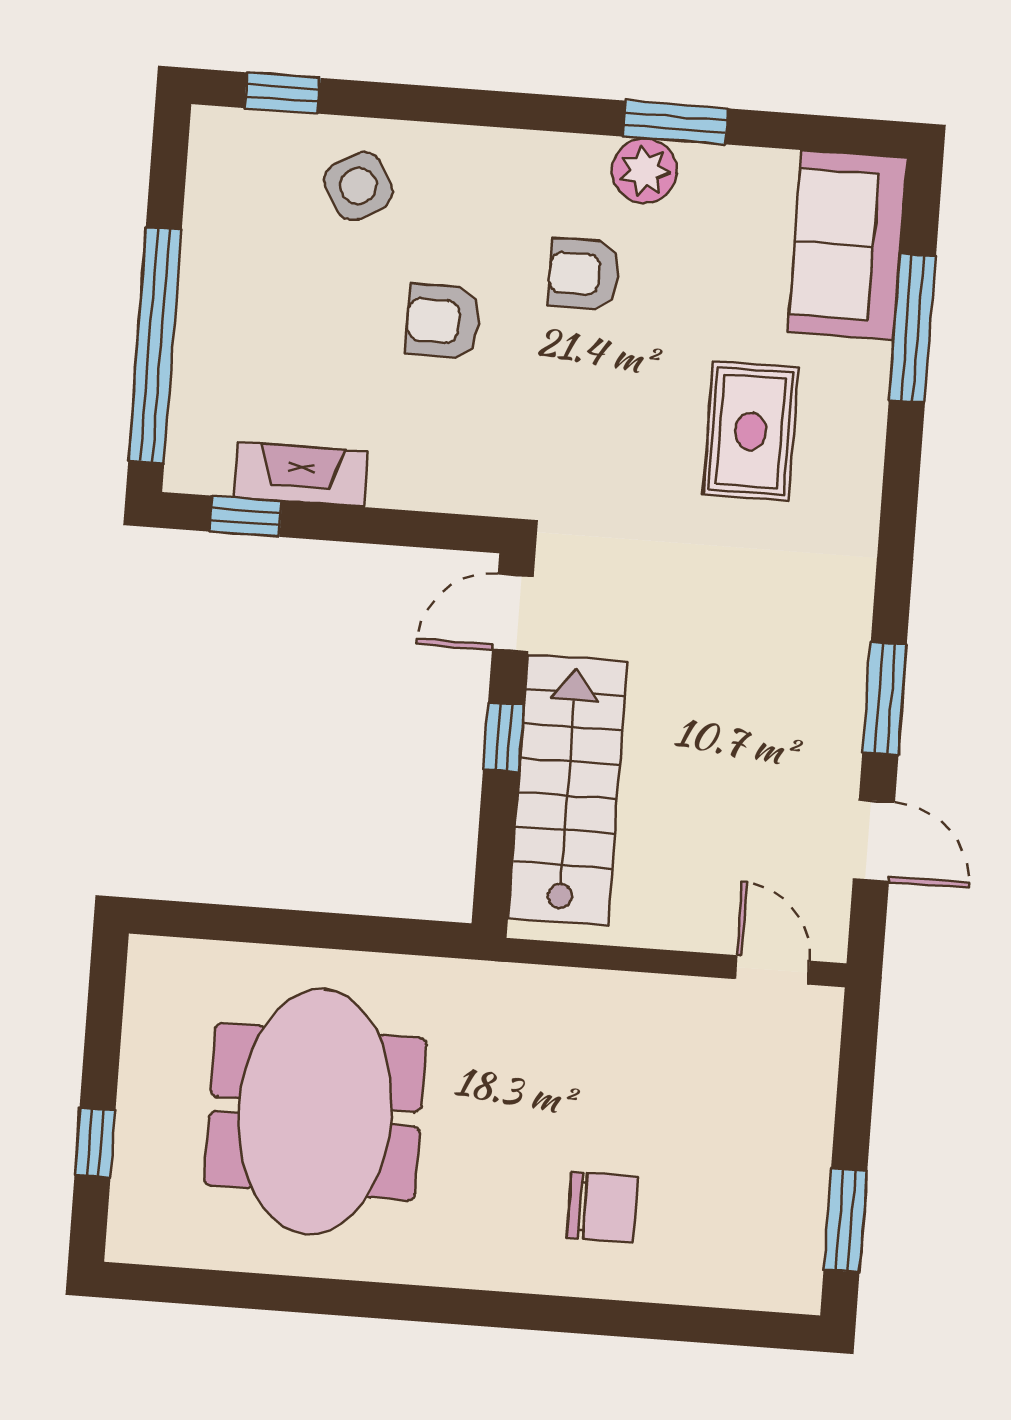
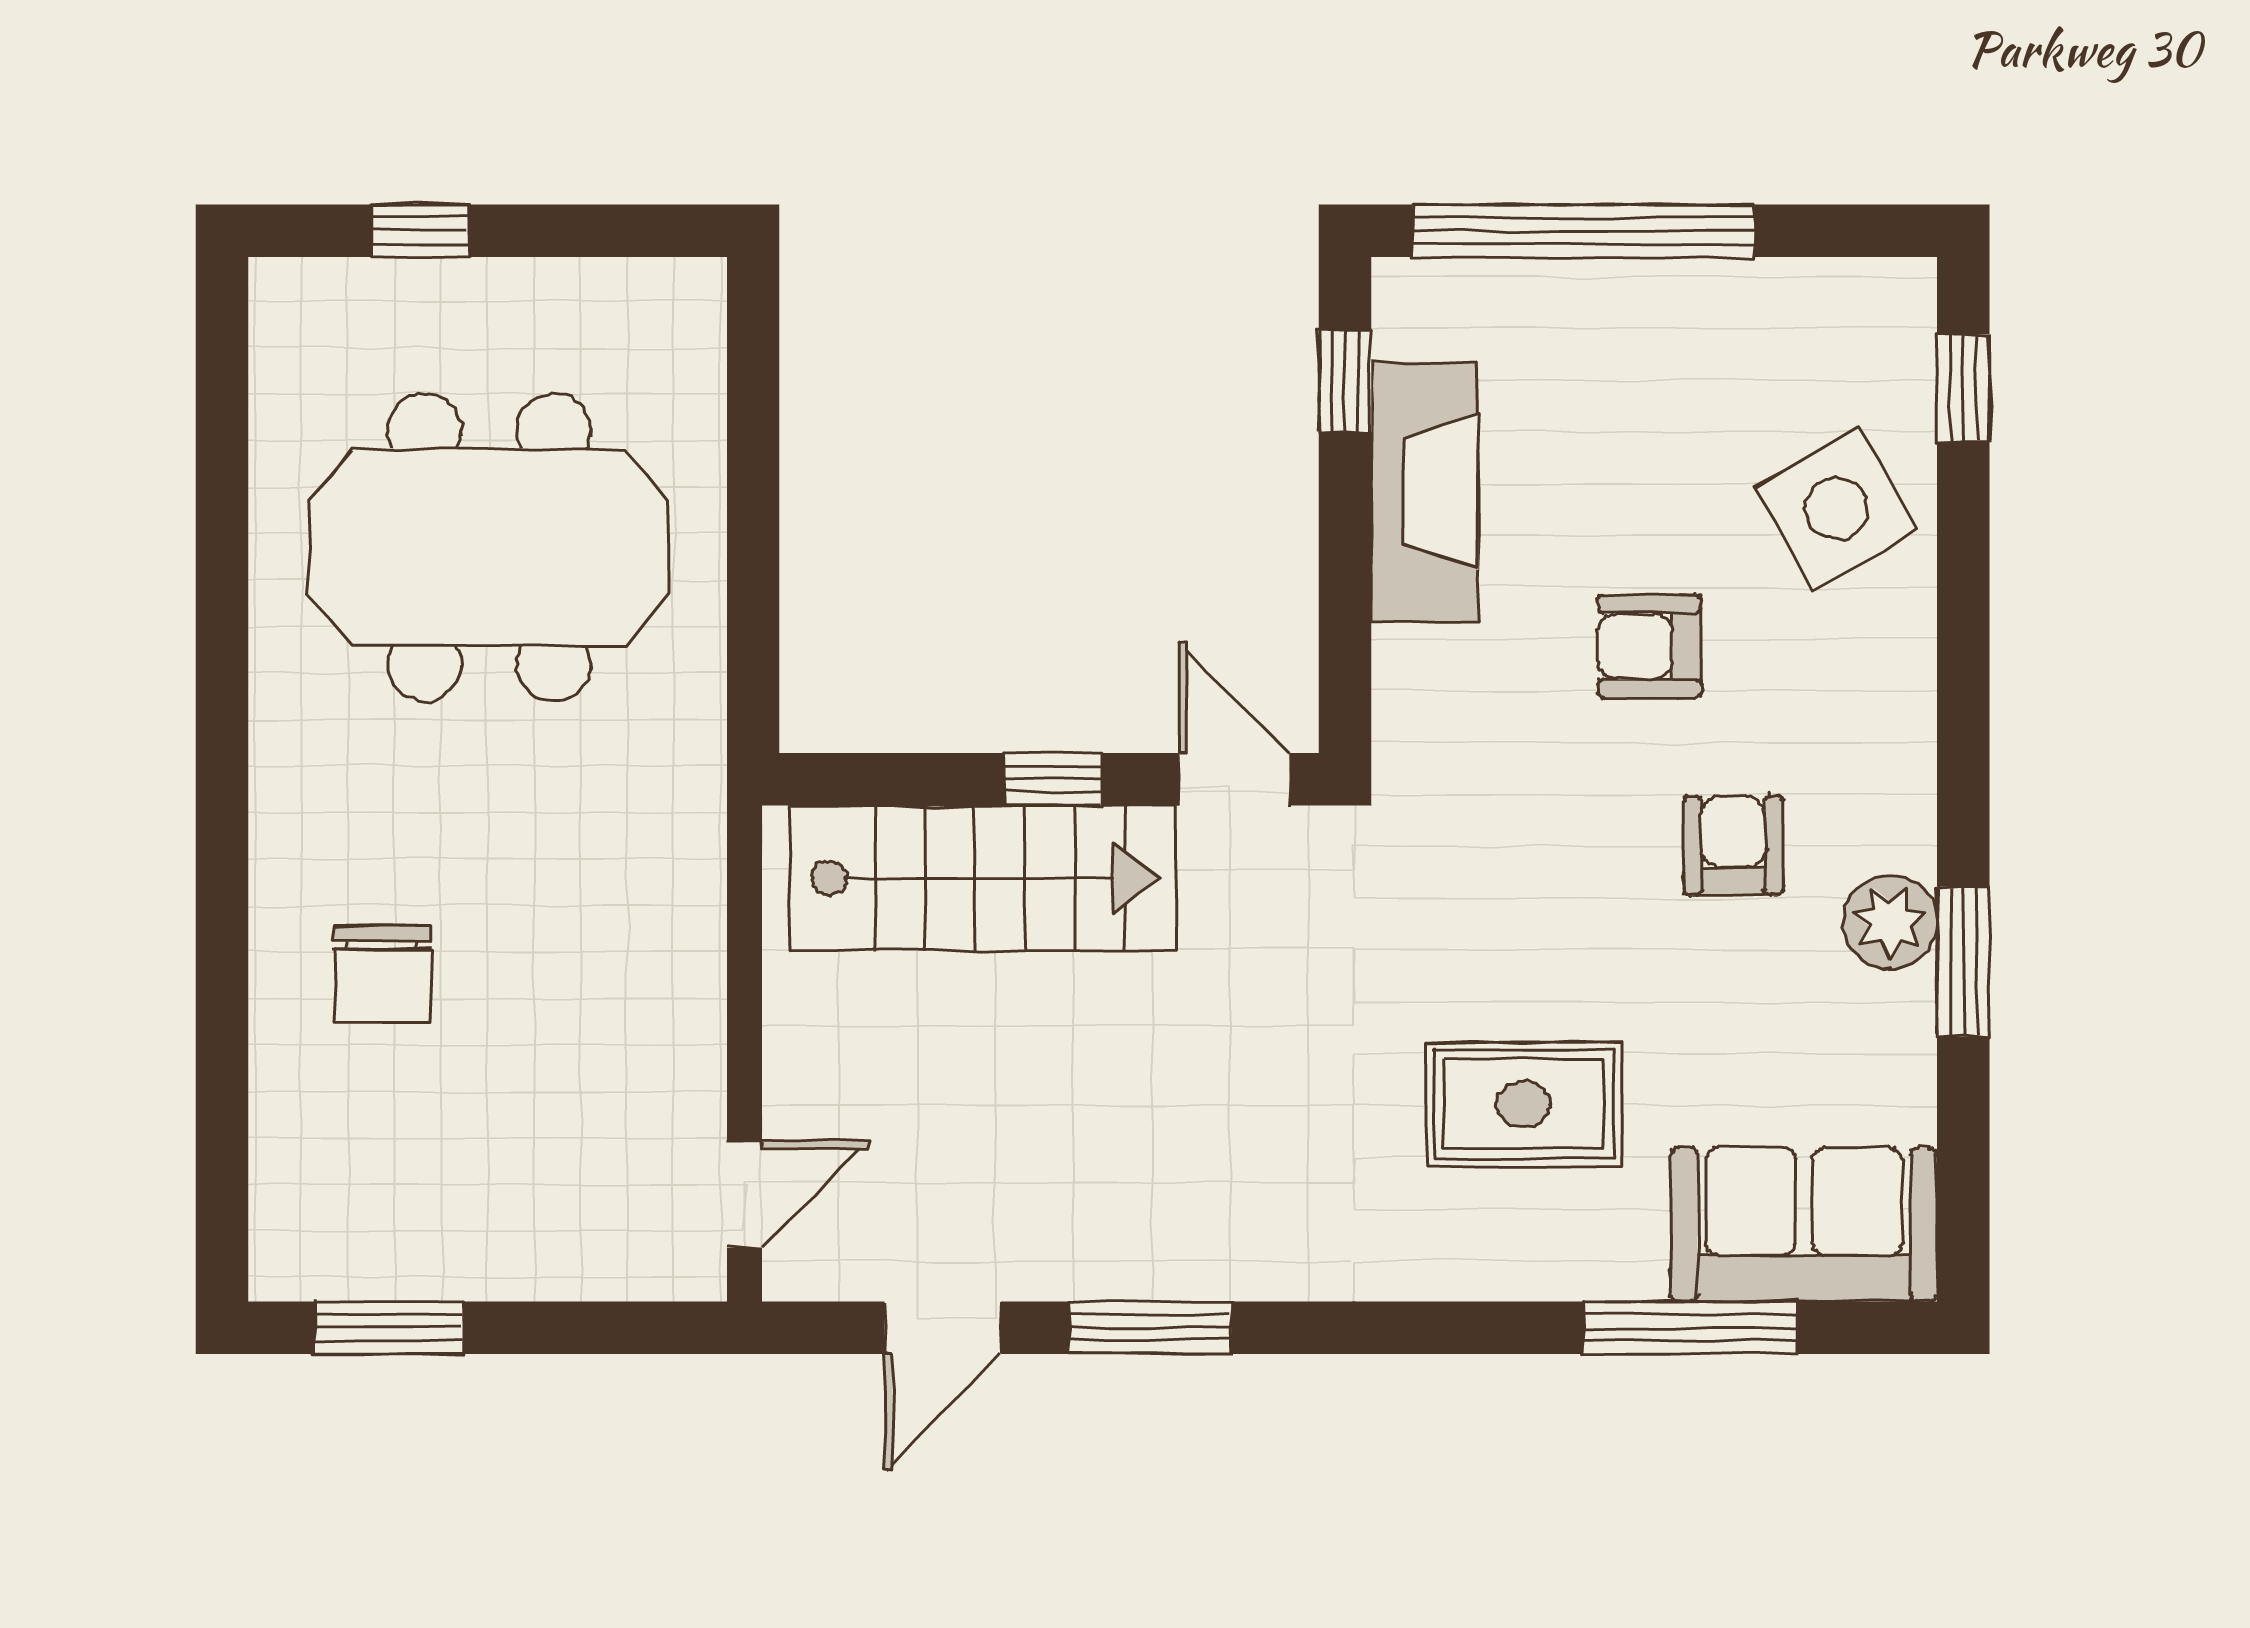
side table: (358, 186) -> (1837, 508), width x1.37, depth x1.37
armchair: (443, 321) -> (1650, 646), turned -90
fireplace: (301, 474) -> (1425, 492), width x1.37, depth x1.32

